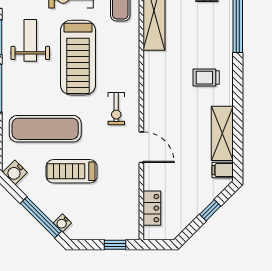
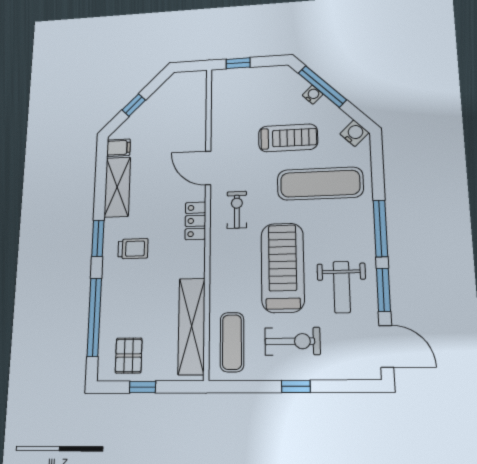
window: (238, 88) -> (98, 238), added
locker: (152, 208) -> (195, 221), moved
water cooler: (62, 223) -> (313, 95), moved

